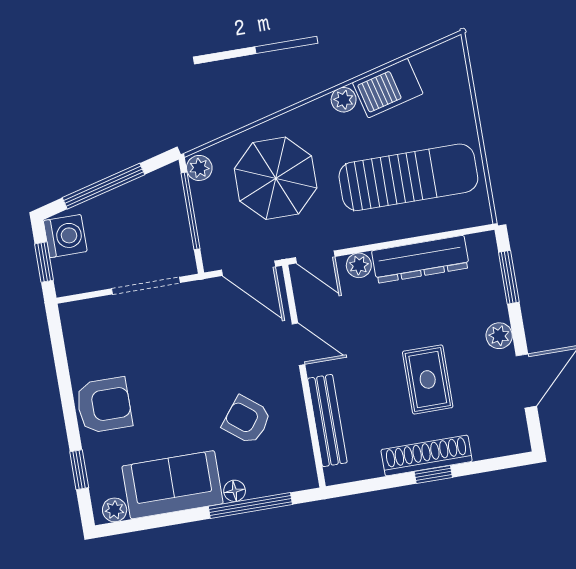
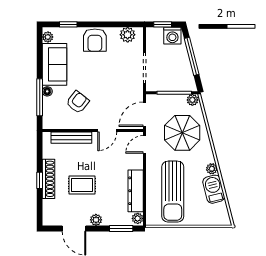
plant: (359, 265) -> (138, 218), moved
plant: (80, 335) -> (128, 35), added

